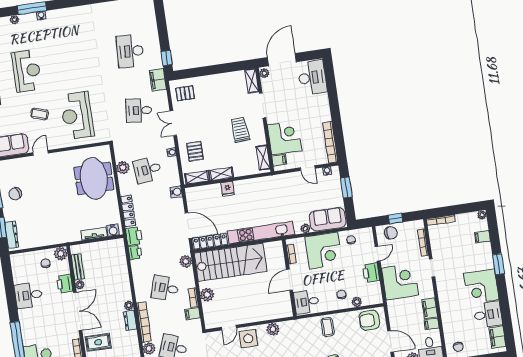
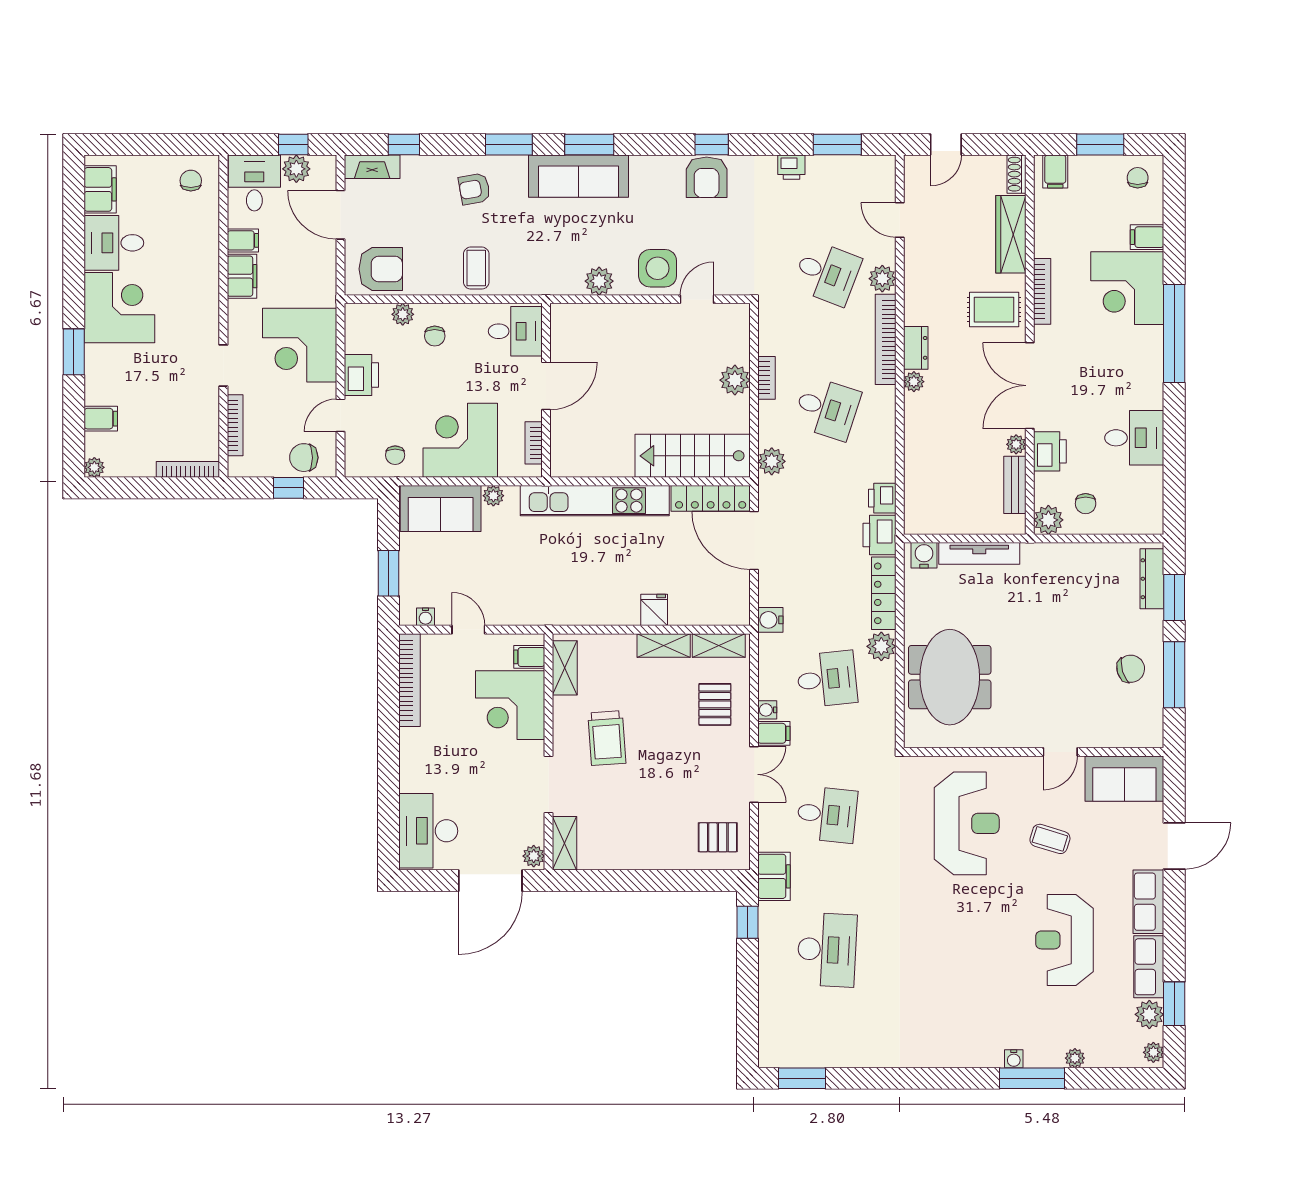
plant: (123, 168) -> (881, 646), moved
tv unit: (94, 234) -> (979, 553), width x1.41
stairs: (231, 262) -> (693, 456), width x0.73, depth x0.66
filing cabinet: (192, 314) -> (774, 733), moved

